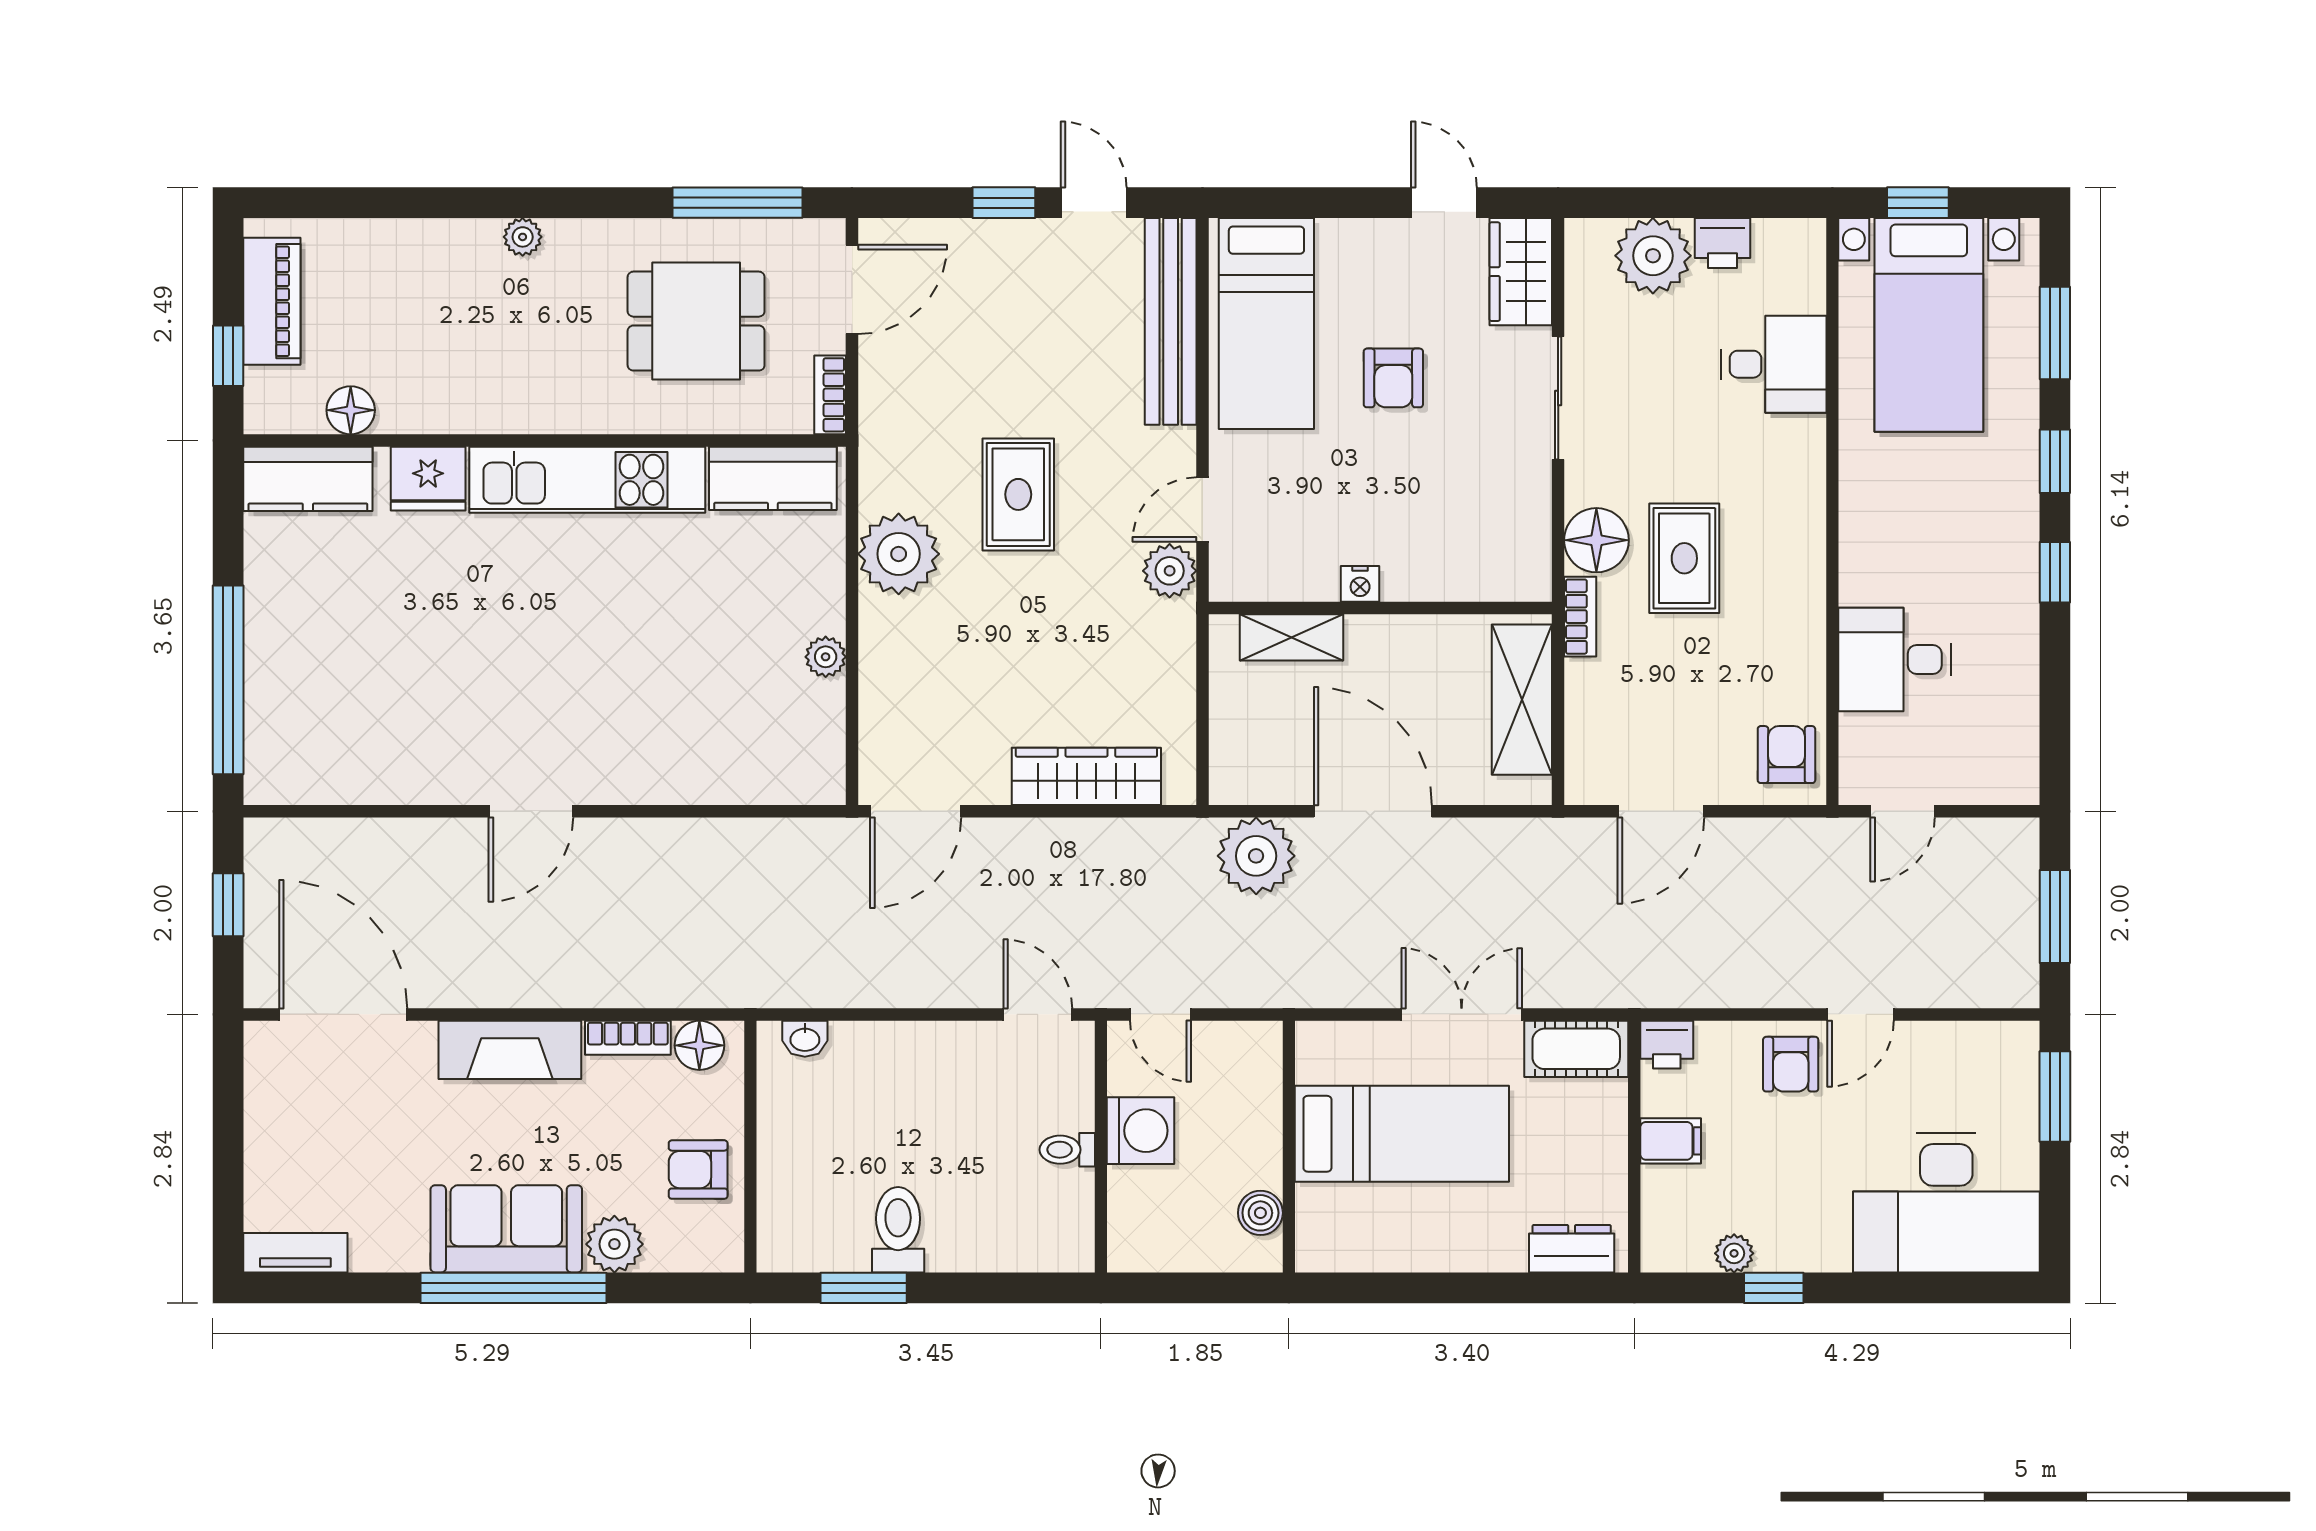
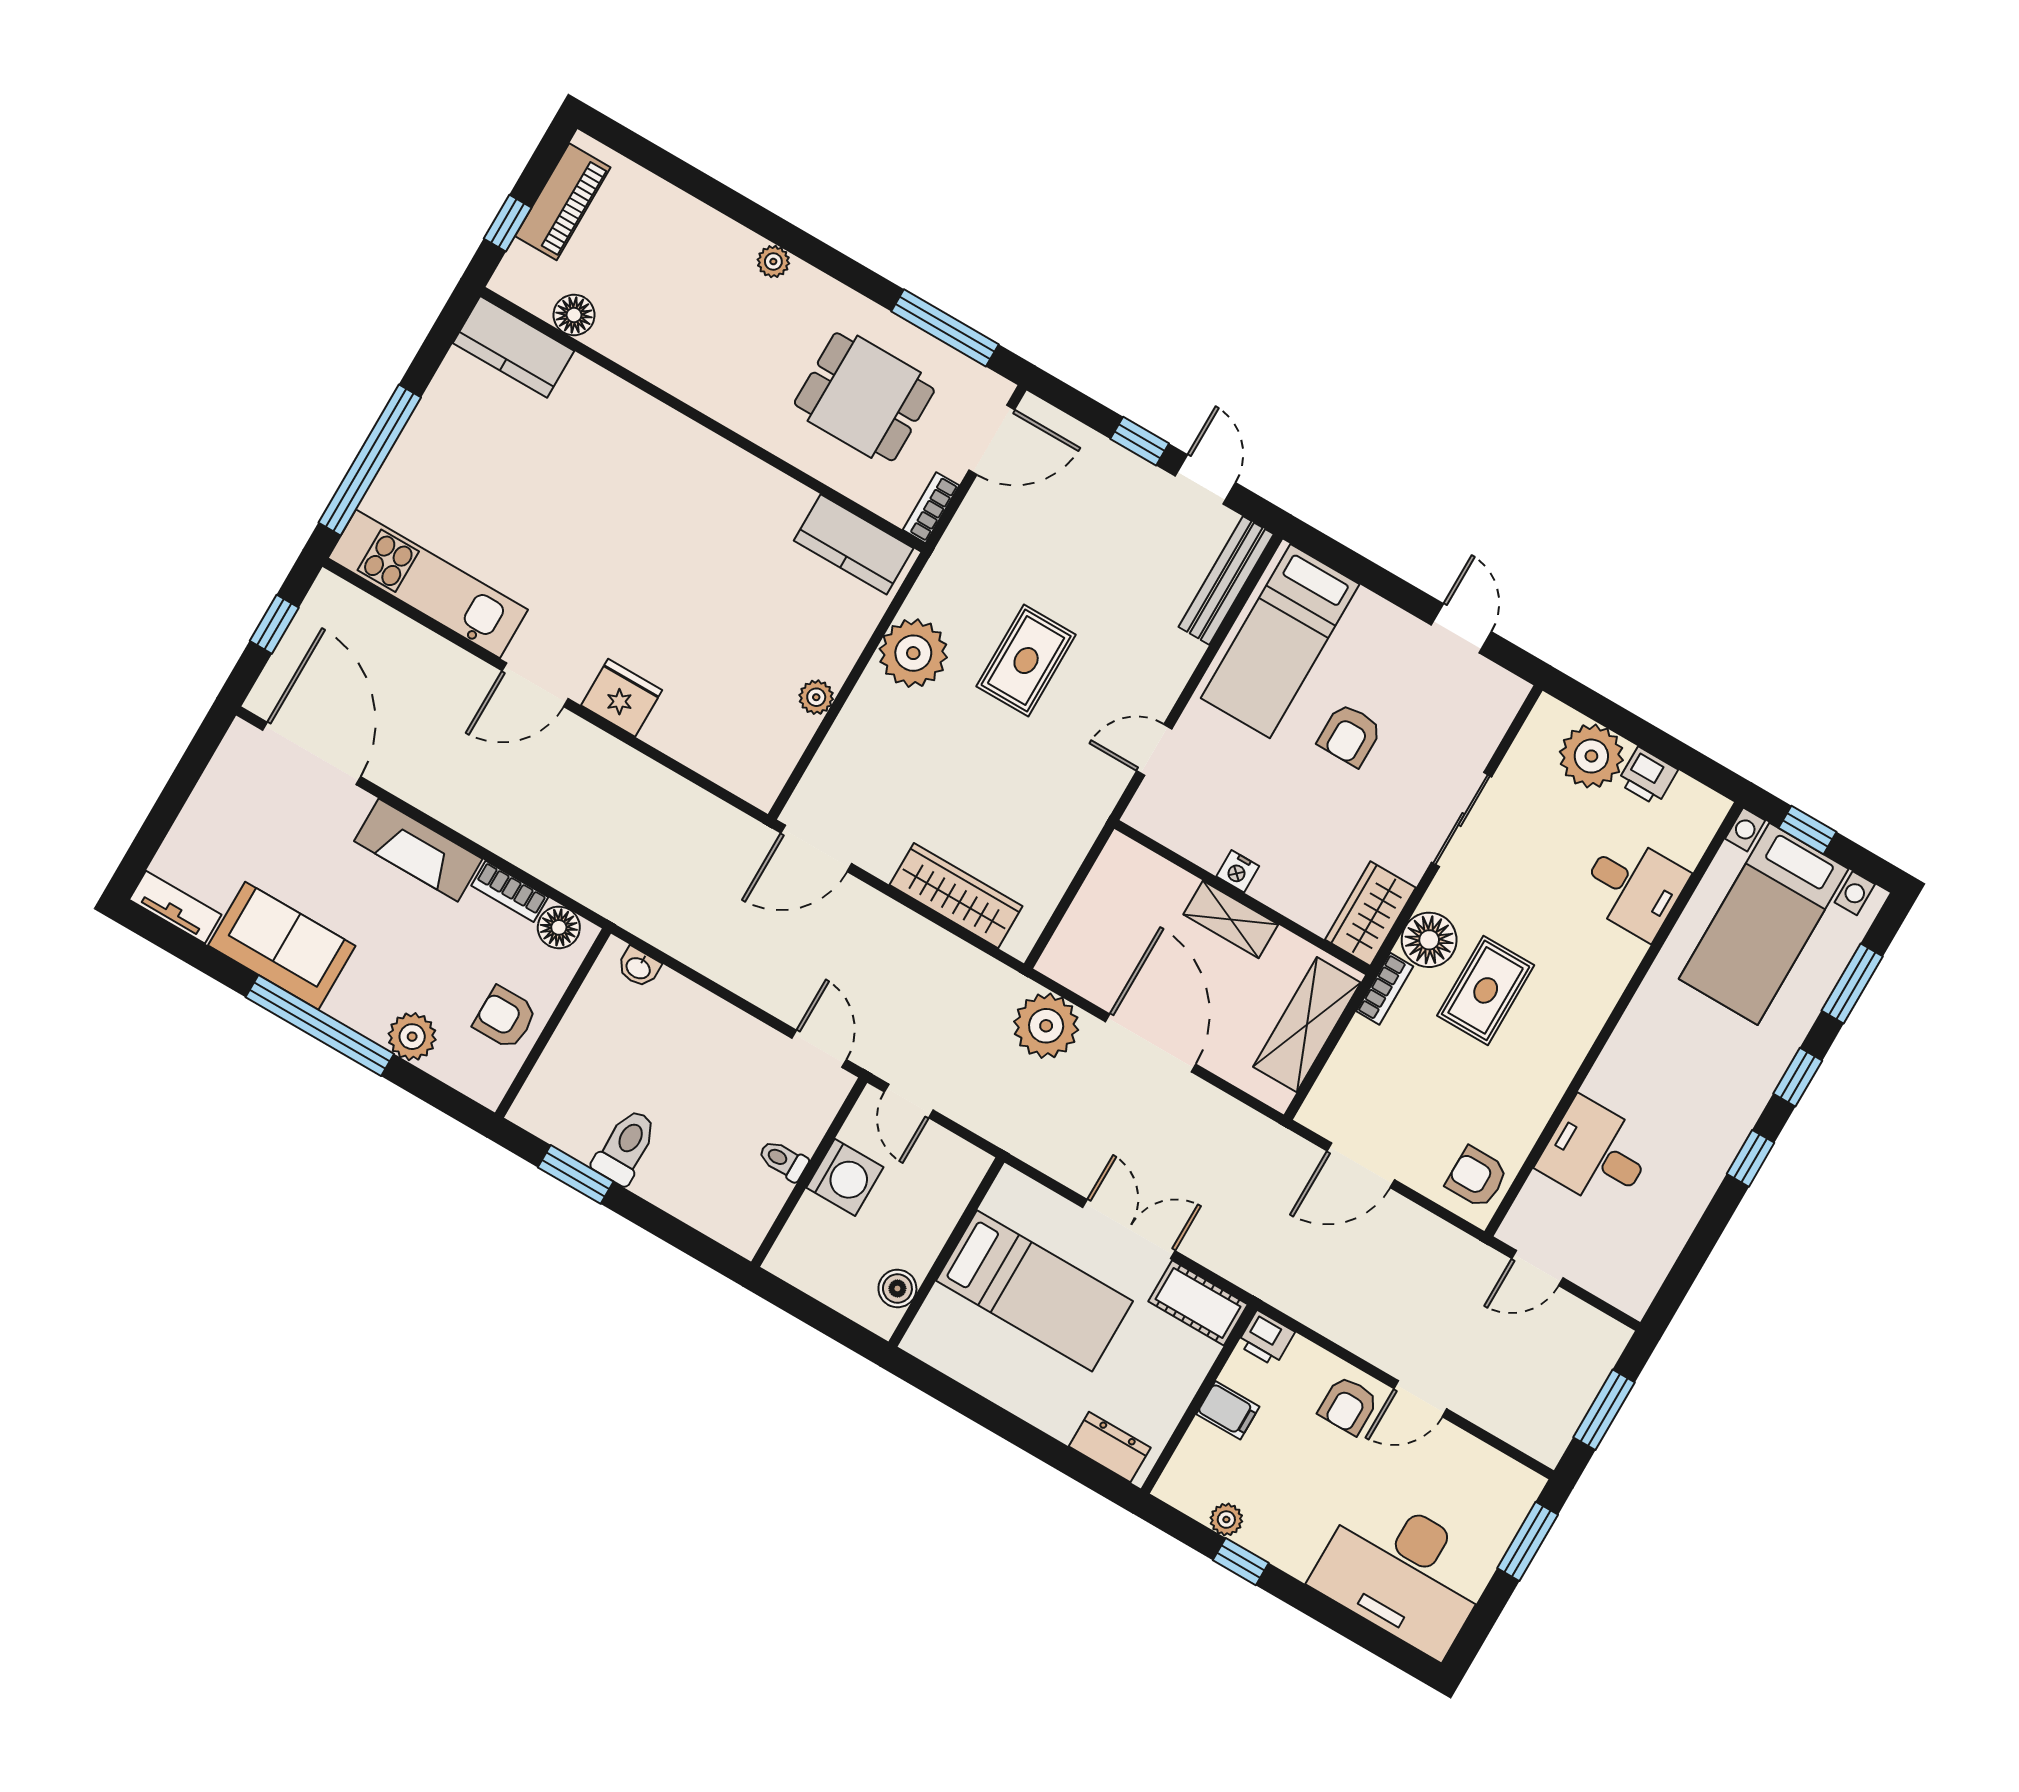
wardrobe: (1521, 272) -> (1370, 914), moved
bench: (1171, 321) -> (1226, 581), width x0.73, depth x0.82
fridge: (428, 479) -> (622, 698), moved, turned 180
kitchen unit: (587, 480) -> (428, 584), moved, turned 180
plant: (1170, 571) -> (1104, 781), removed
shelving: (1292, 637) -> (1231, 919), moved
armchair: (1786, 755) -> (1477, 1177), turned -90
sofa: (506, 1229) -> (282, 946), moved

